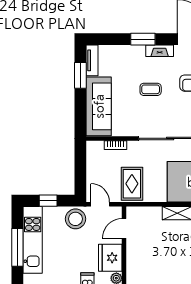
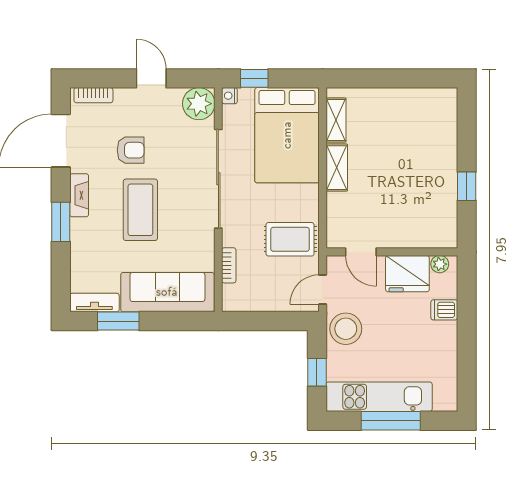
coffee table: (151, 89) -> (140, 210), width x1.86, depth x1.72

